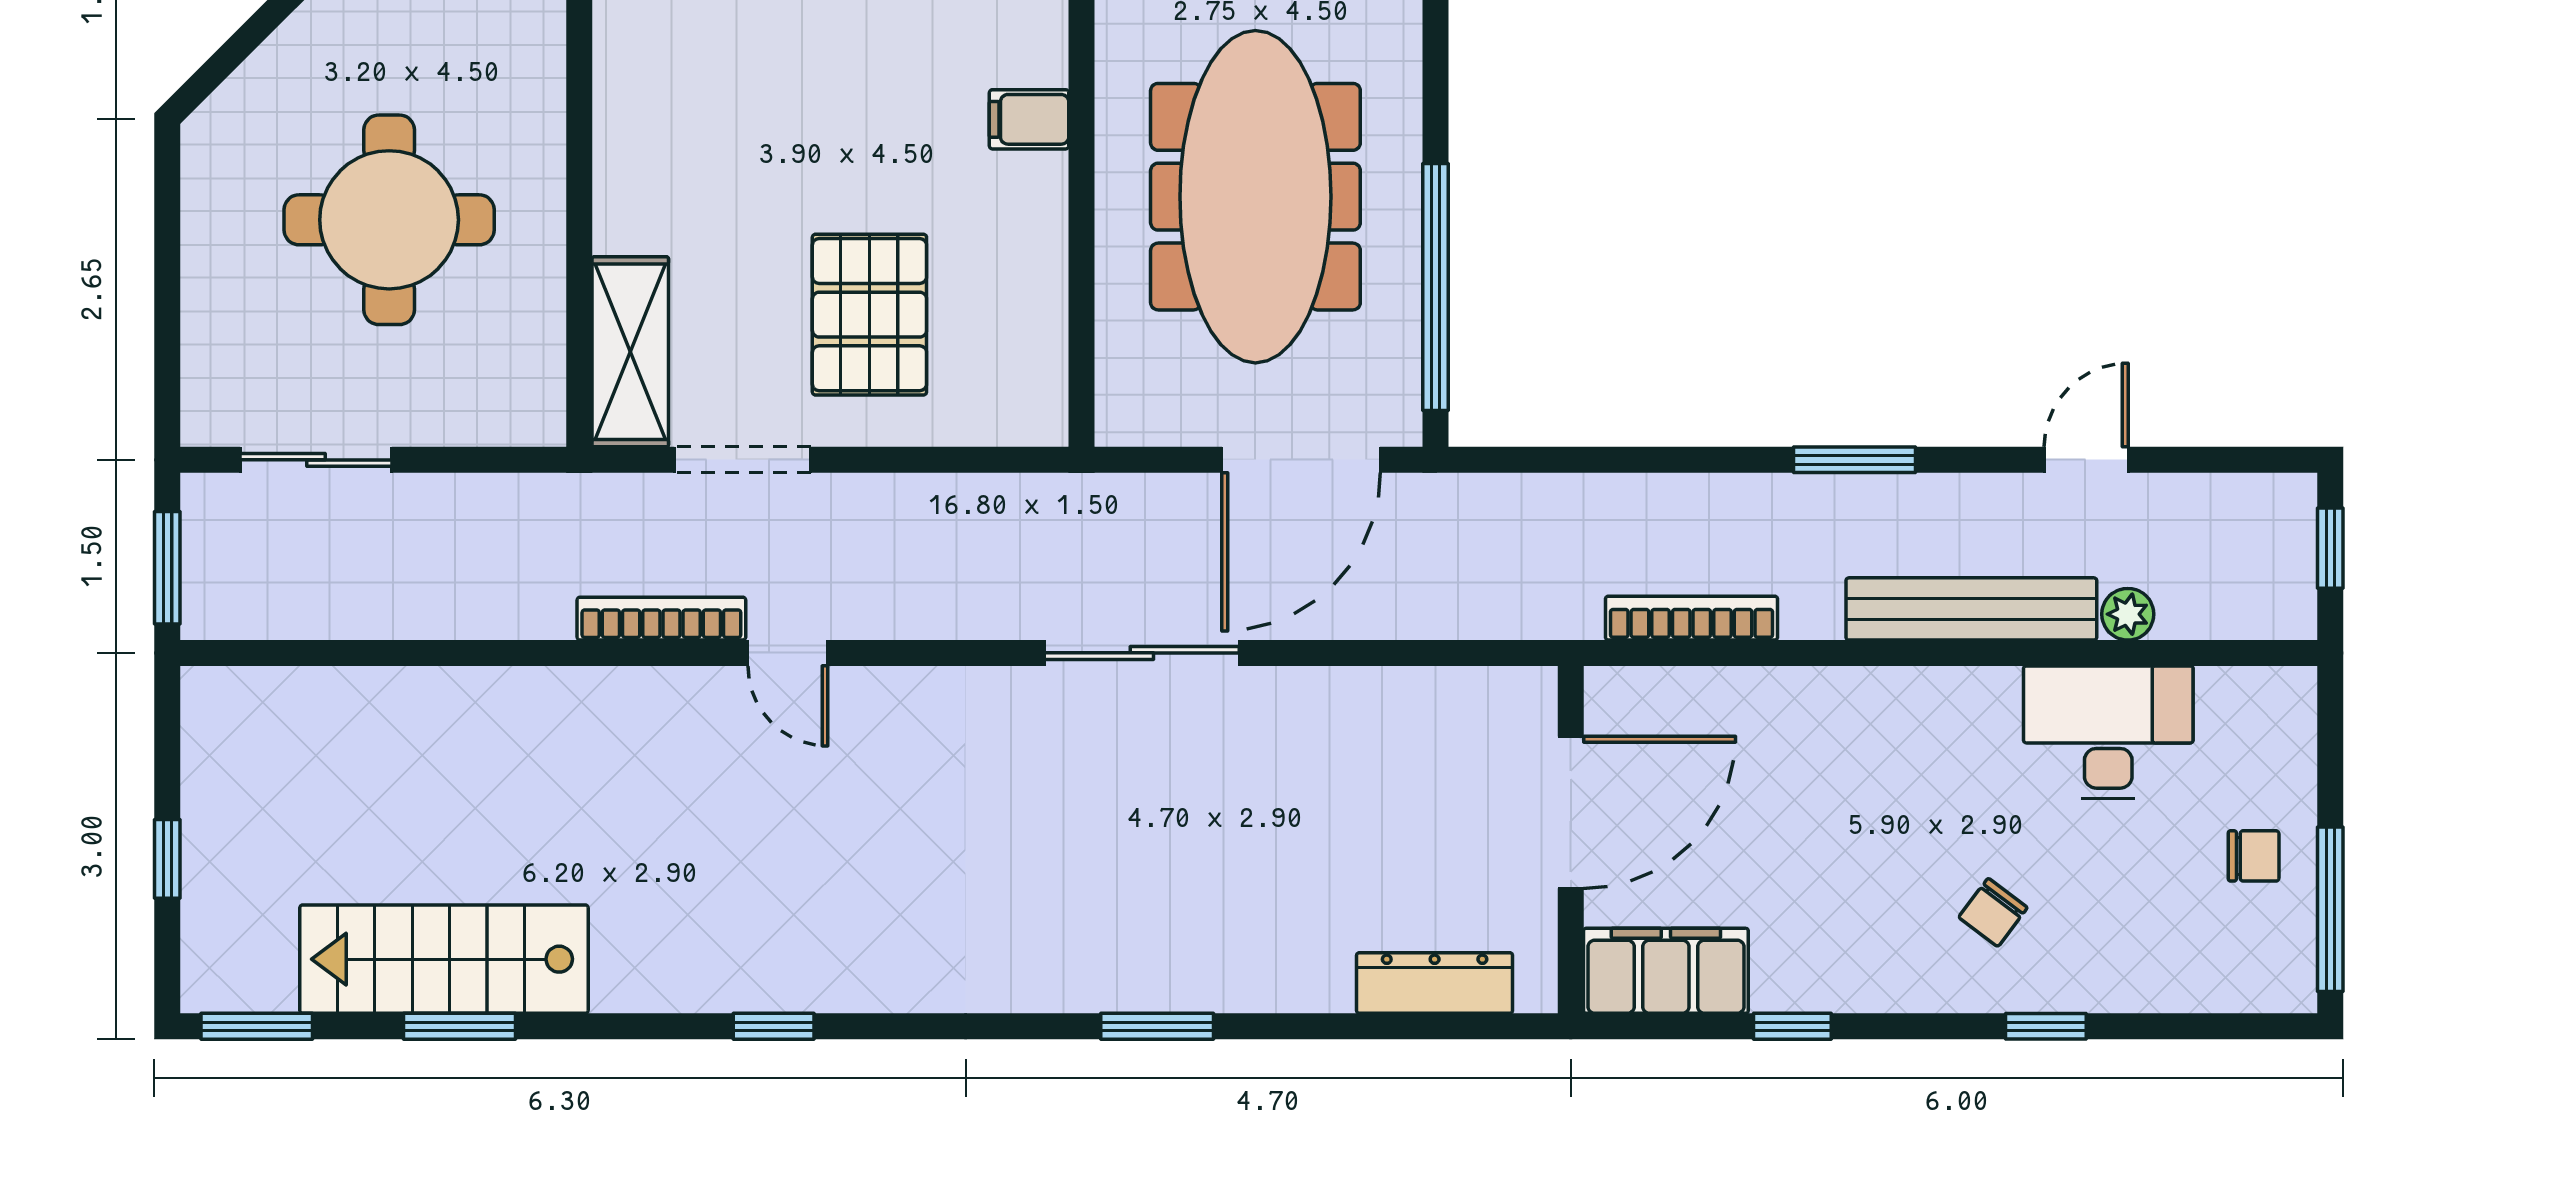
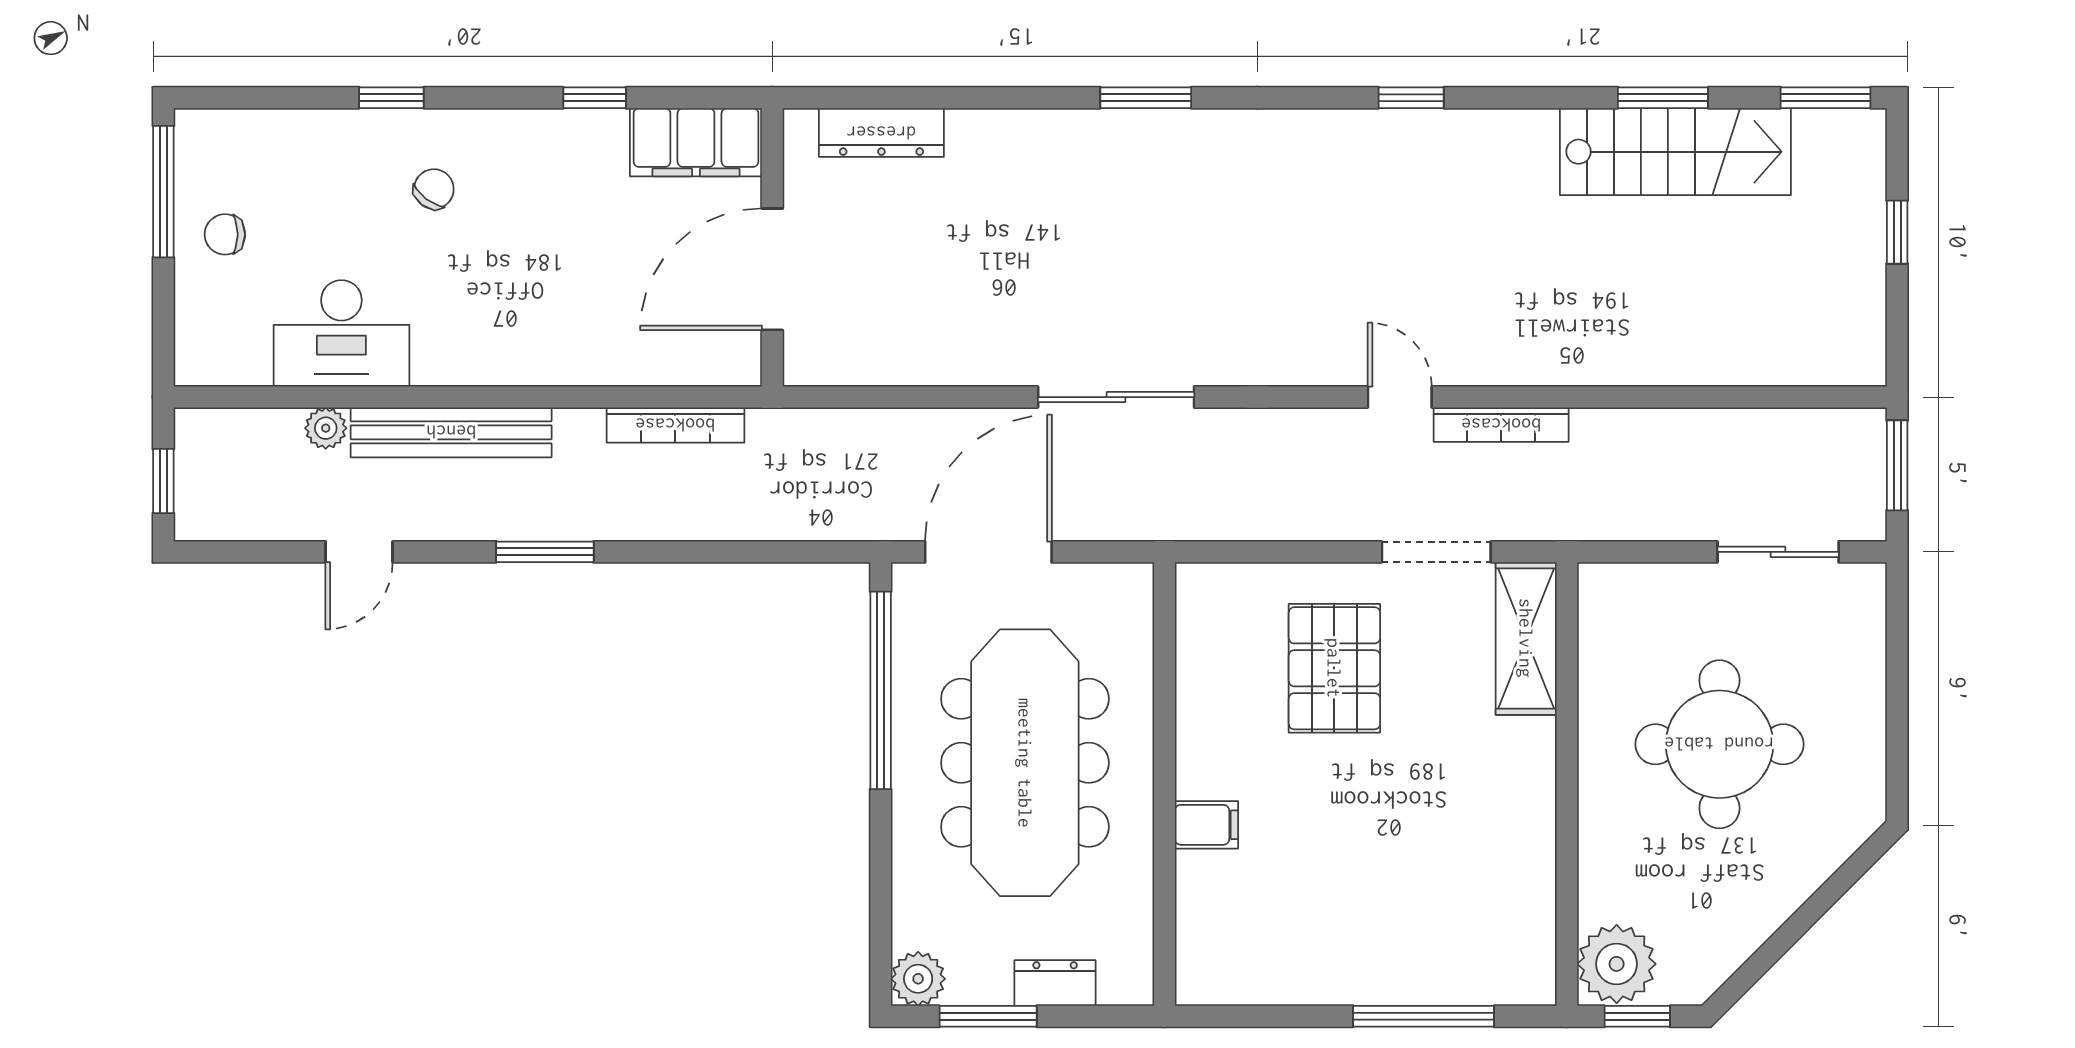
window: (1157, 1026) -> (1146, 98), moved

